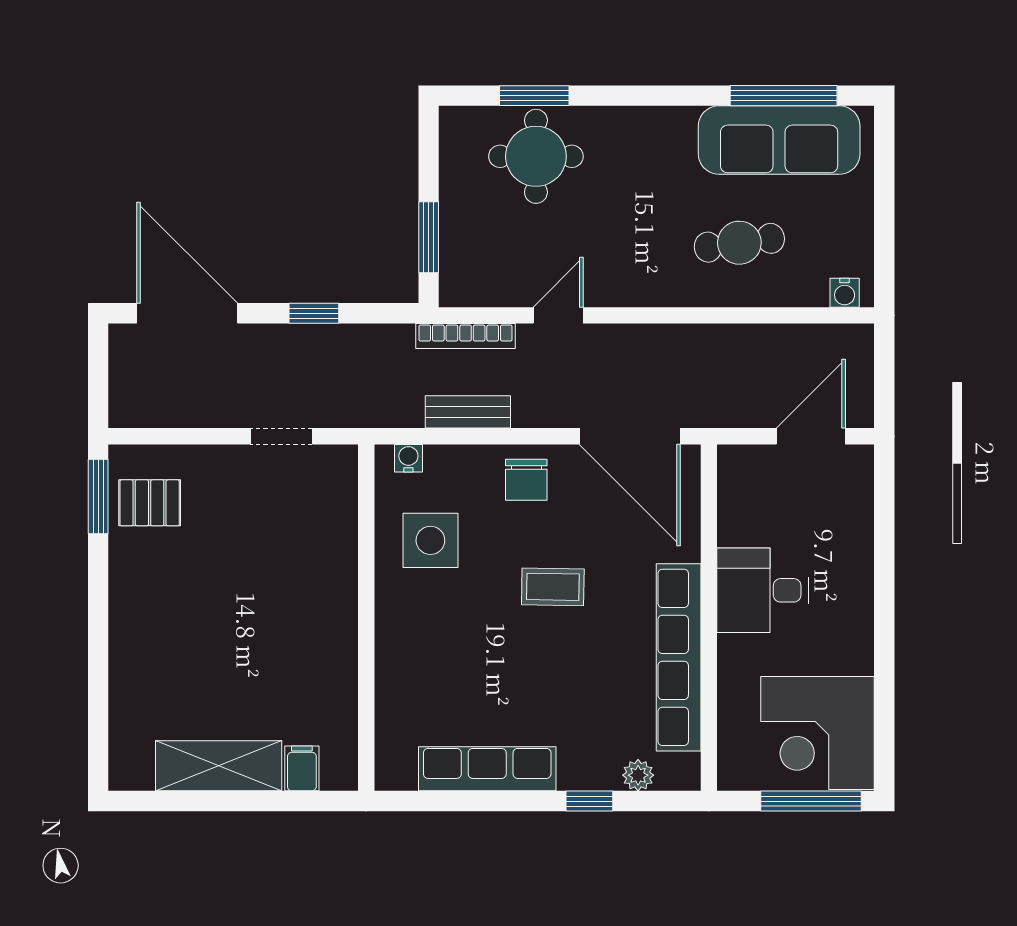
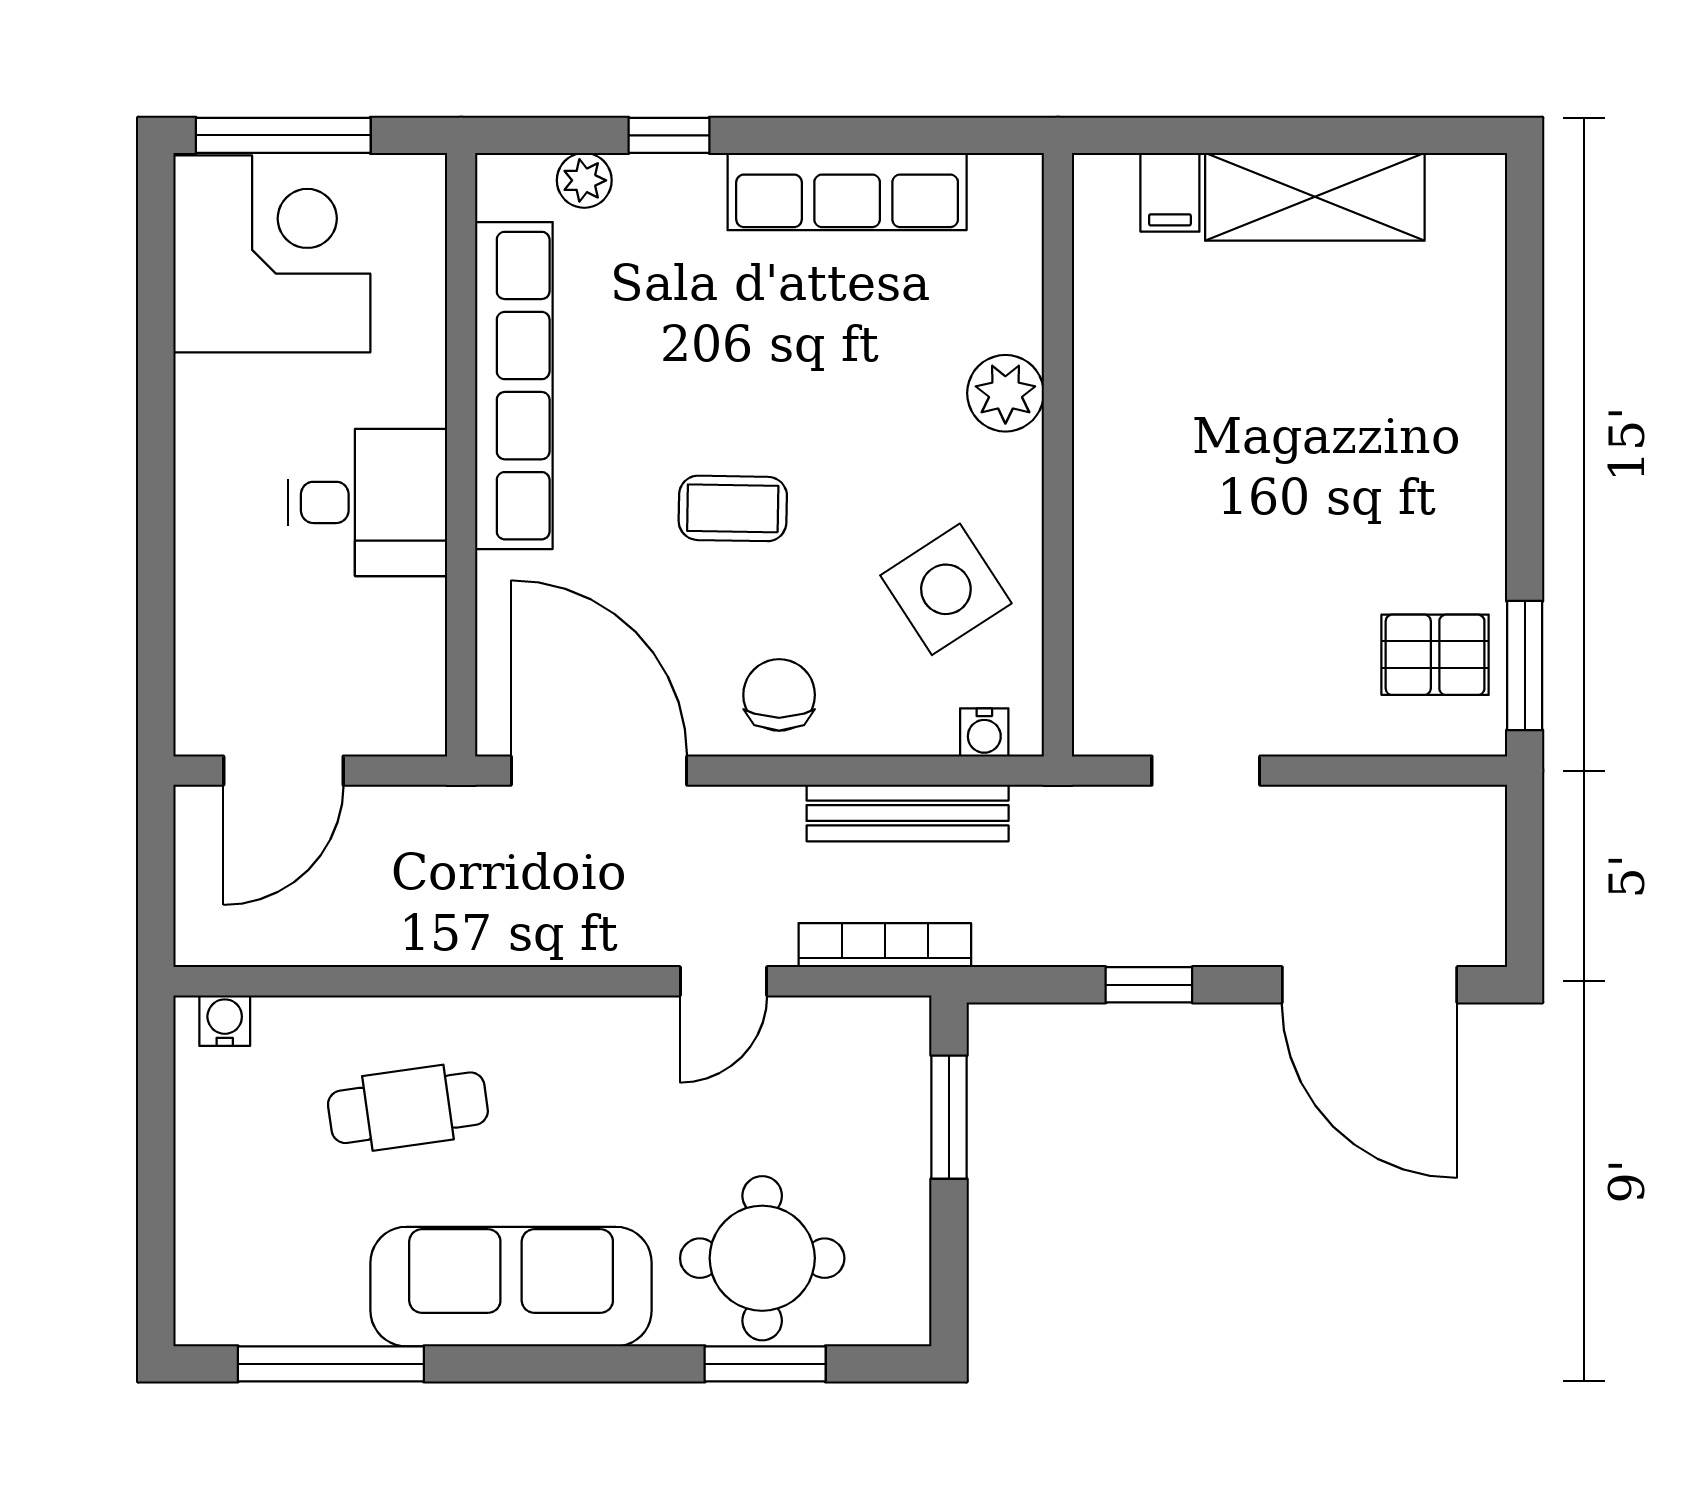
sofa: (779, 140) -> (511, 1287), moved
bench: (468, 412) -> (908, 813), width x1.36
side table: (430, 540) -> (946, 589), turned -33
plant: (396, 653) -> (1005, 393), added

